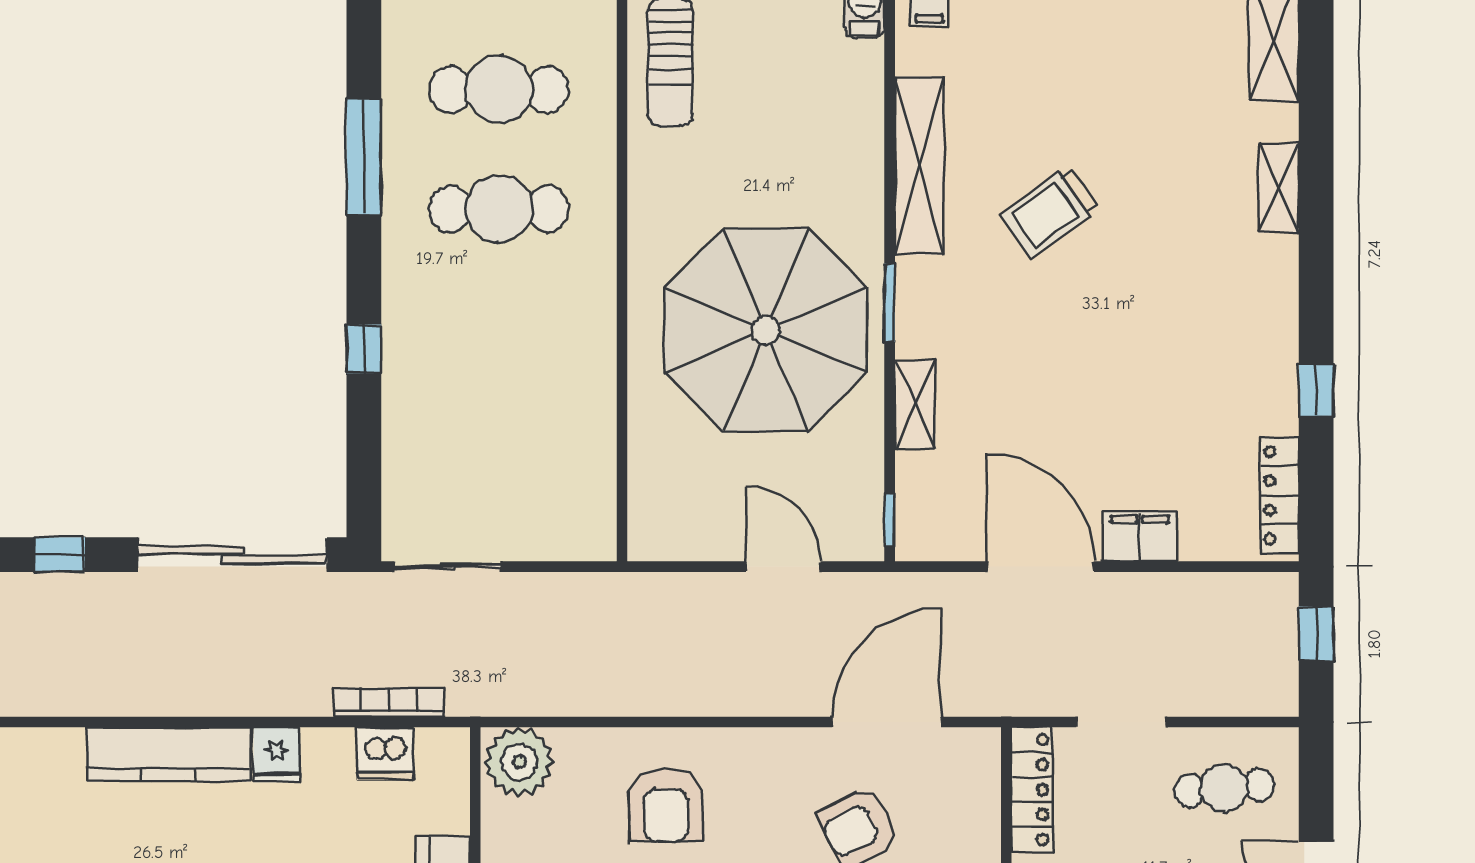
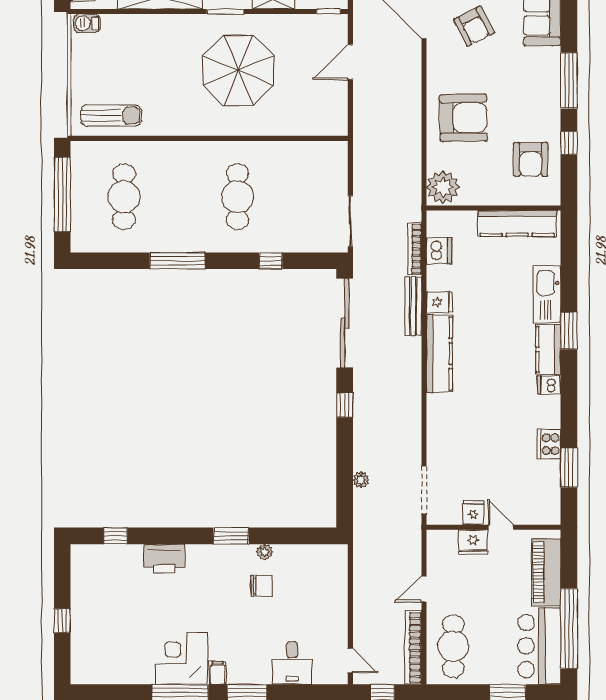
window: (364, 157) -> (177, 261), moved
cafe table: (499, 209) -> (238, 197), moved
parasol: (766, 330) -> (238, 70), width x0.73, depth x0.73
window: (364, 349) -> (271, 261), moved
bench: (268, 699) -> (413, 306), added
armchair: (666, 805) -> (463, 118), width x1.36, depth x1.36

